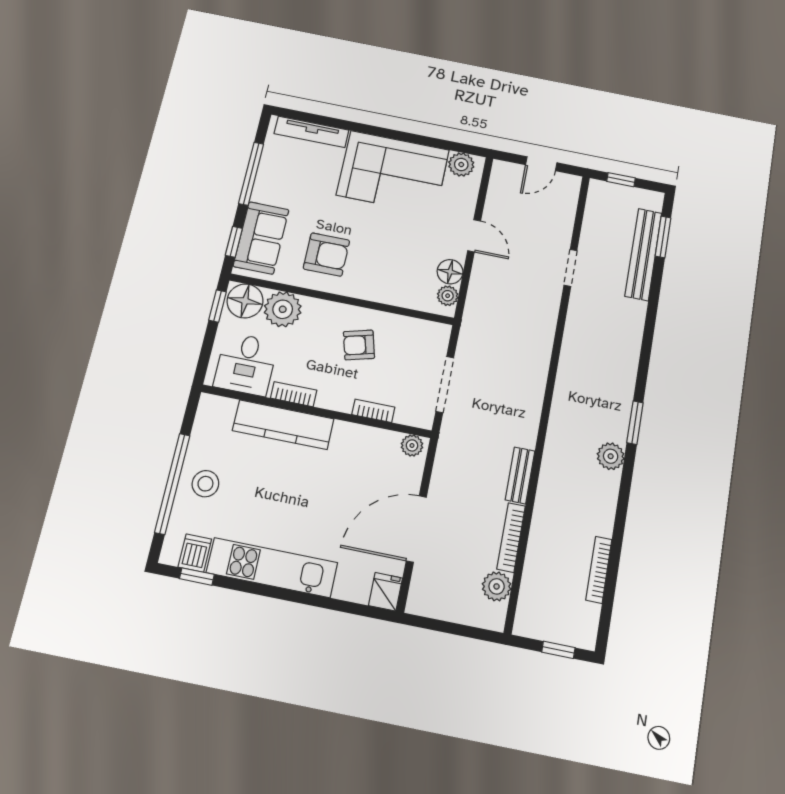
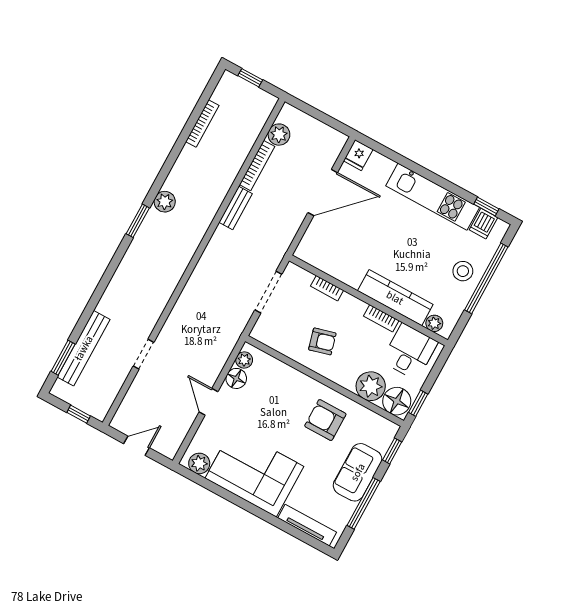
sofa: (261, 238) -> (358, 472), moved
plant: (412, 445) -> (434, 323), moved

